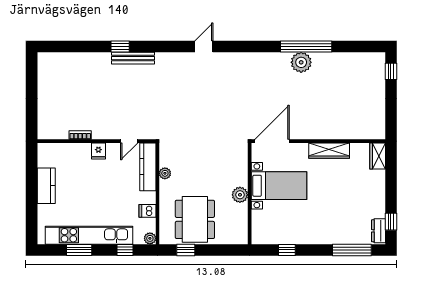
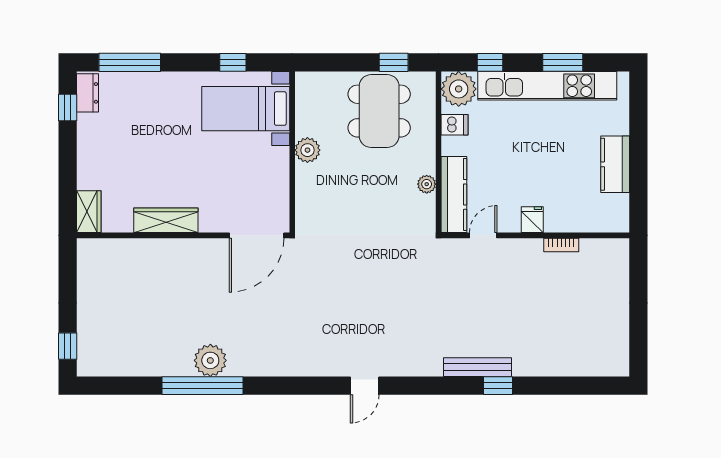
bed with nightstands: (279, 186) -> (246, 109), moved
plant: (150, 238) -> (459, 89), width x1.88, depth x1.88

